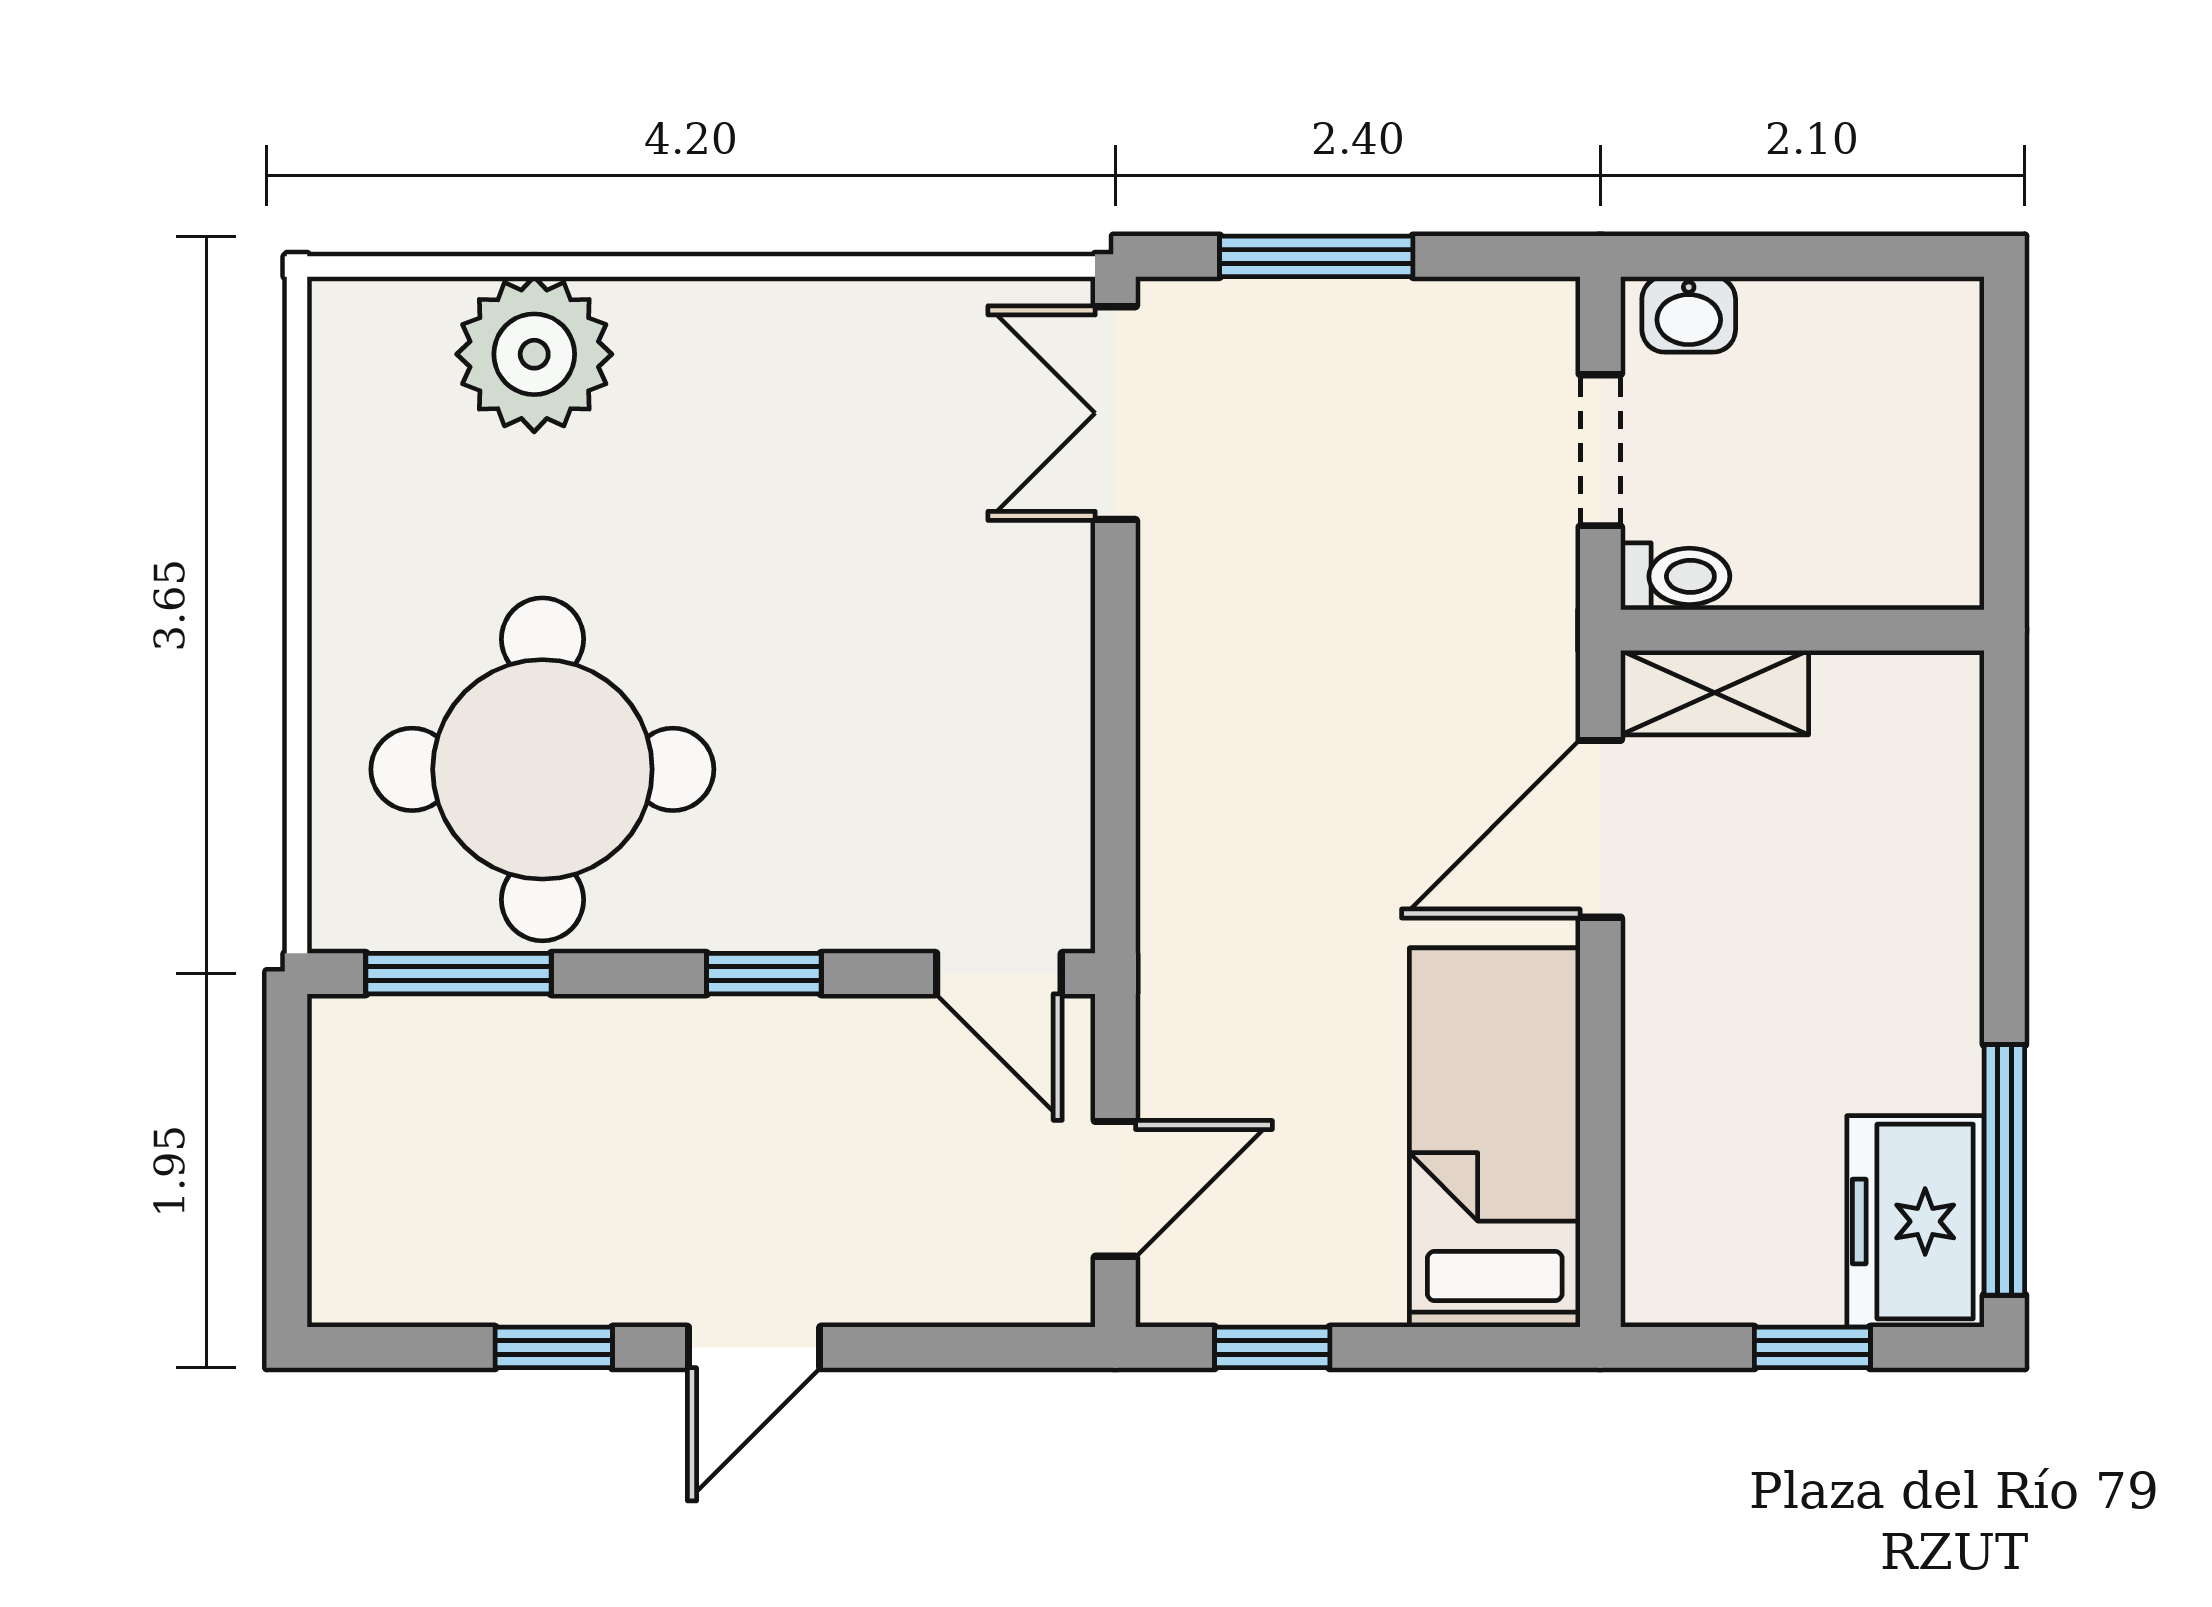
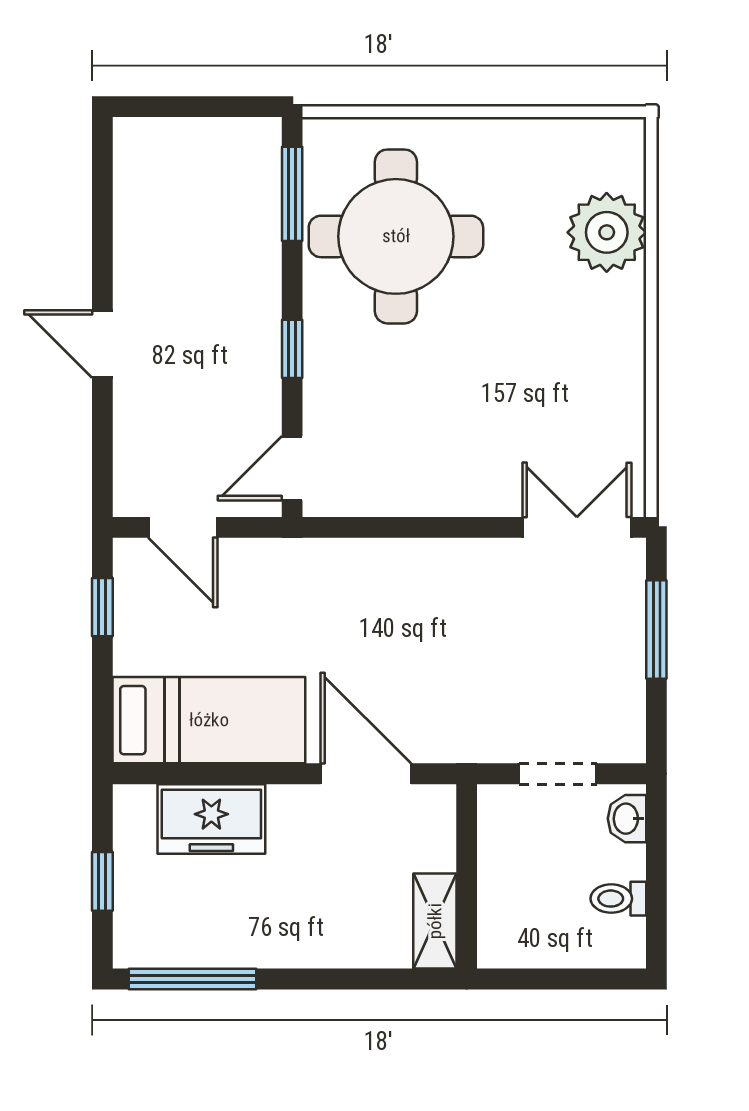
toilet: (1675, 576) -> (618, 899), moved, turned 90
shelving: (1715, 693) -> (435, 921), moved
freezer: (1915, 1221) -> (211, 819), moved, turned 180
window: (554, 1347) -> (102, 242), removed

